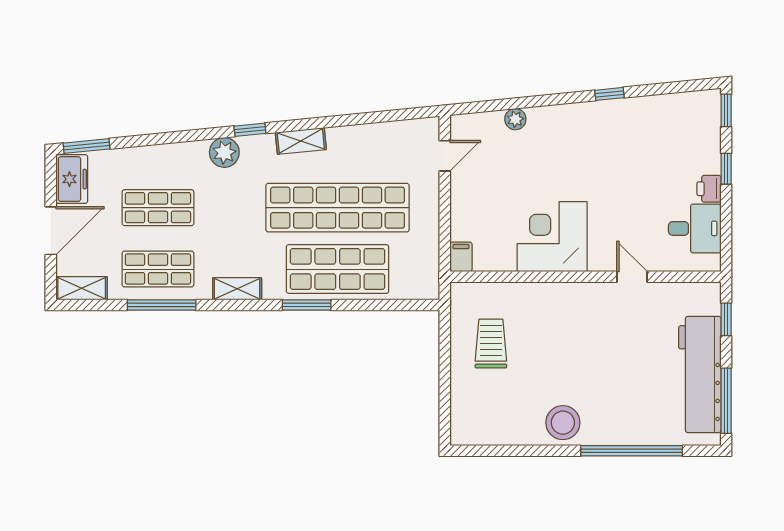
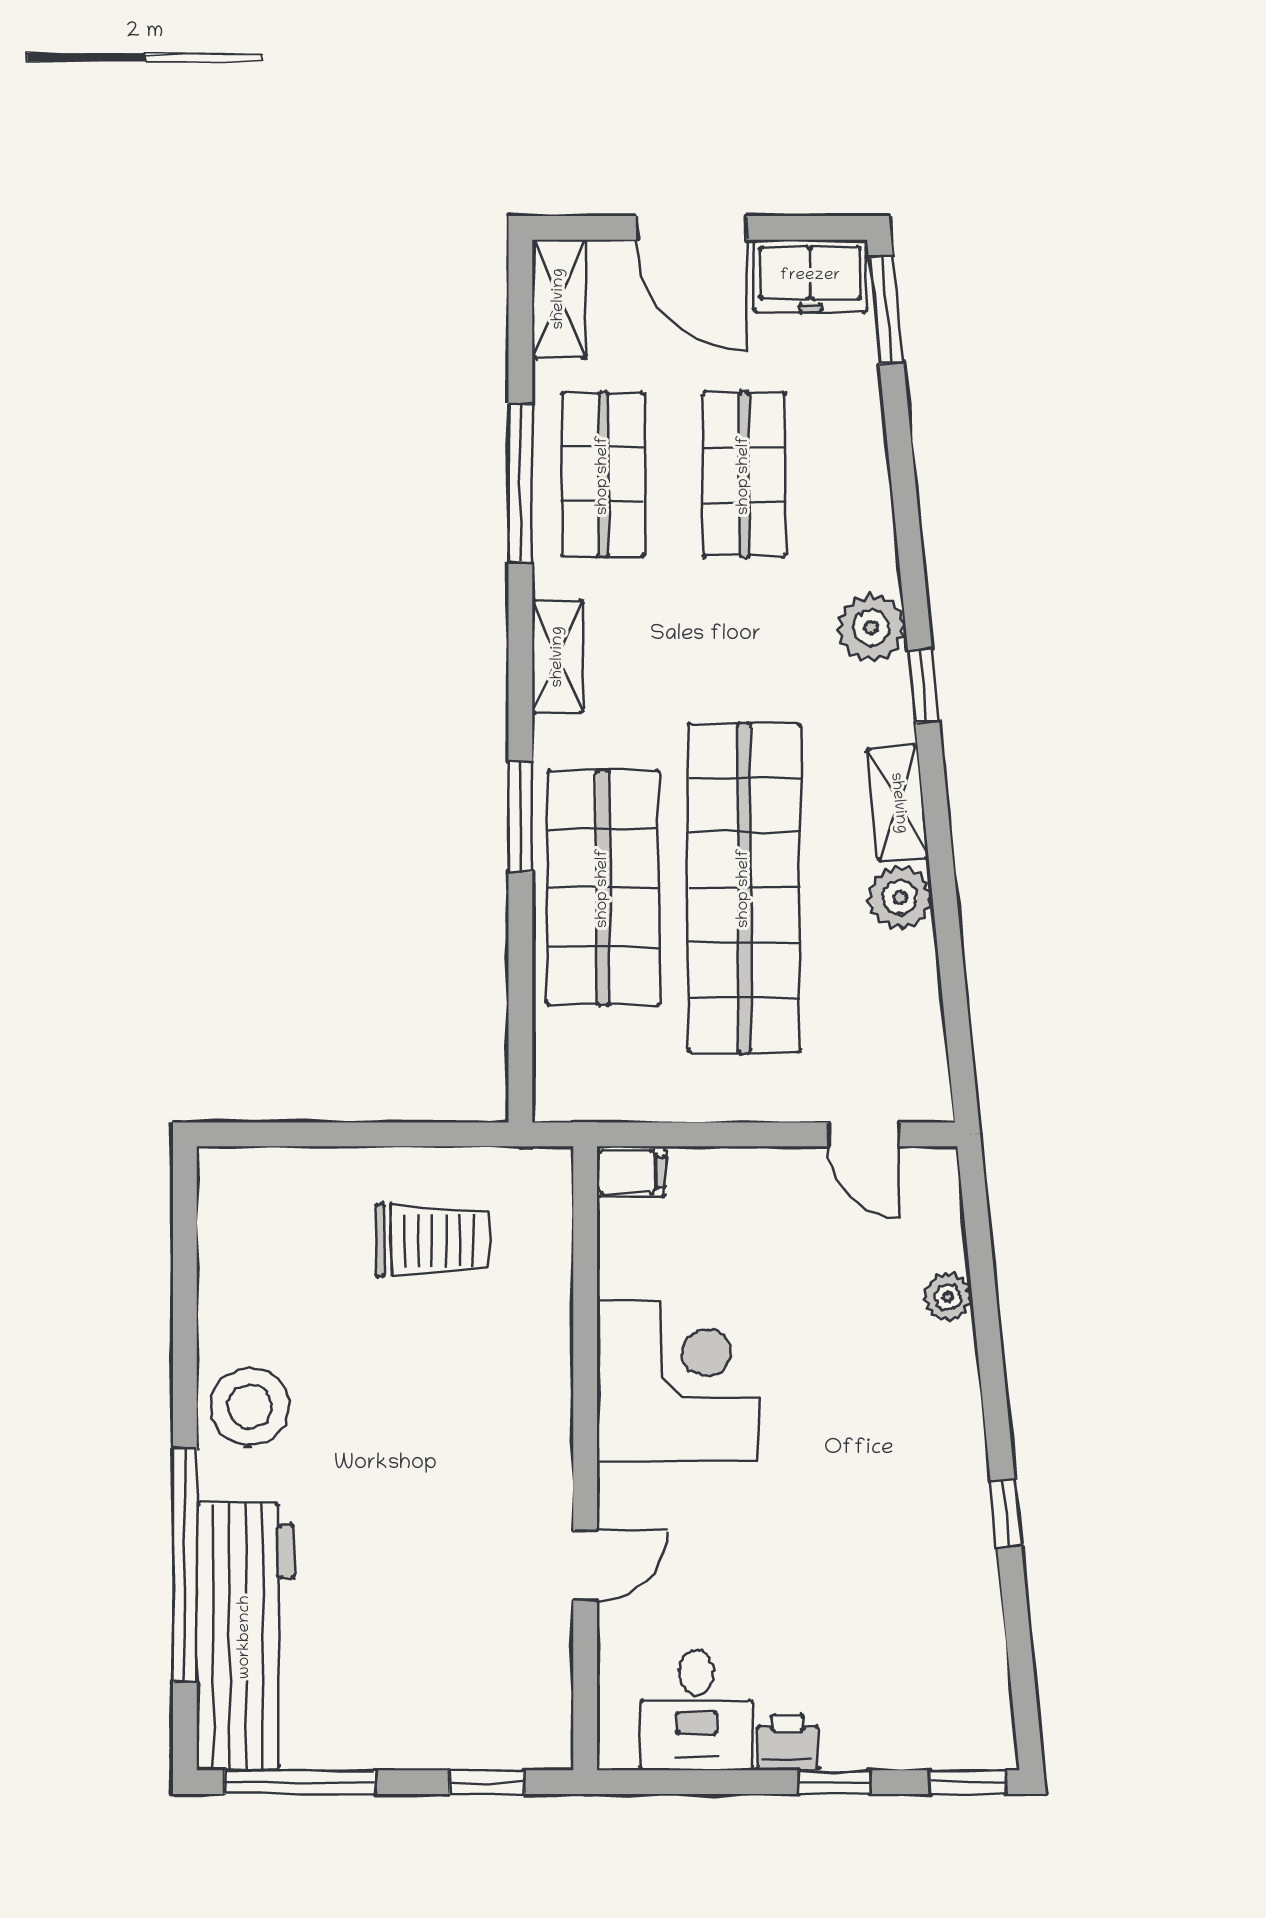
plant: (342, 140) -> (900, 897), added
workbench: (700, 374) -> (245, 1637), moved, turned 90

